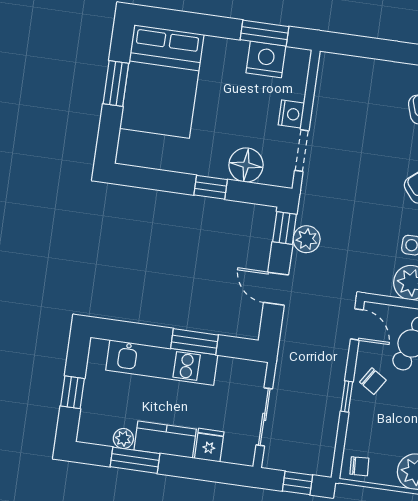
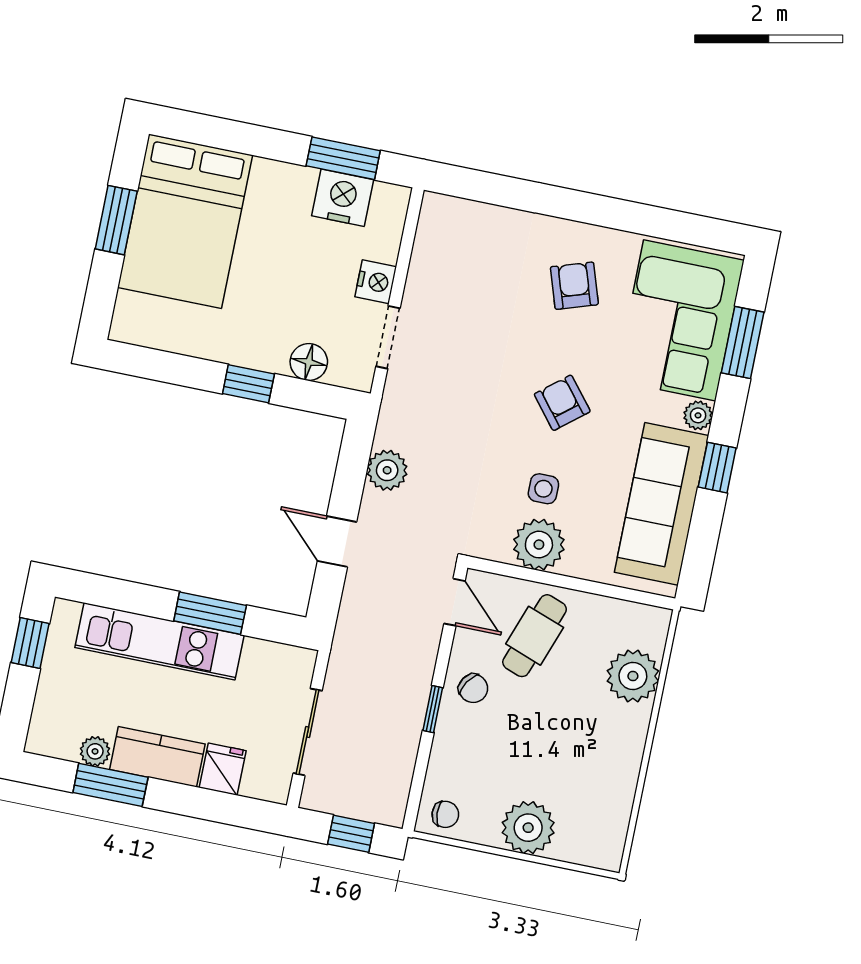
floor lamp: (246, 165) -> (309, 362), width x0.73, depth x0.73
window: (285, 228) -> (355, 451), removed
window: (72, 392) -> (30, 643), moved

